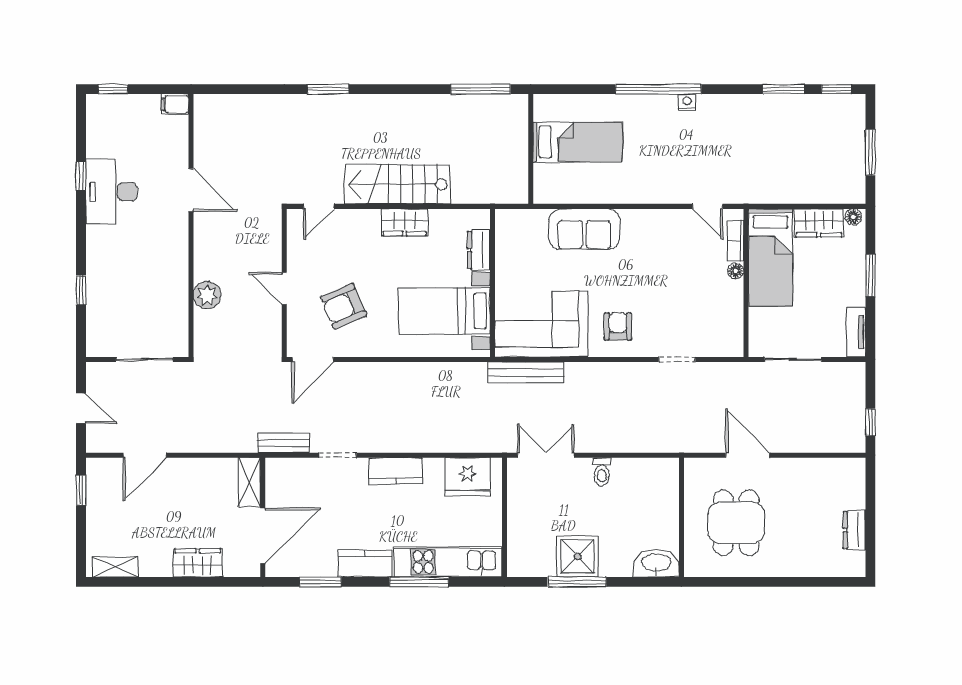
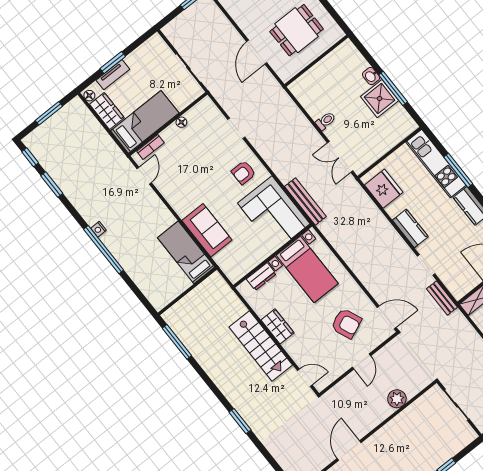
bed: (578, 142) -> (186, 252), moved
floor lamp: (736, 271) -> (181, 122), moved
tv unit: (856, 332) -> (113, 75), moved
washbasin: (656, 563) -> (371, 76), moved, width x0.52, depth x0.69

